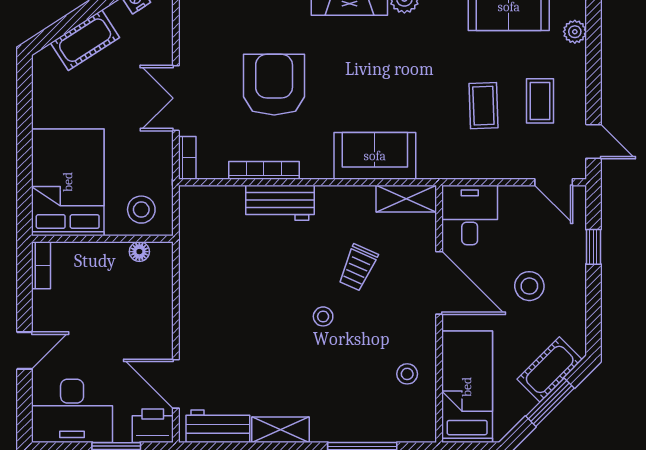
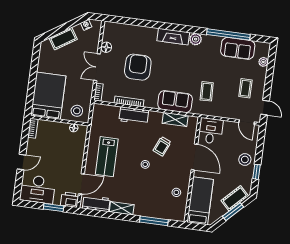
floor lamp: (192, 47) -> (106, 47), added
coffee table: (483, 106) -> (207, 91), moved
shelving: (406, 199) -> (175, 119), moved
window: (593, 247) -> (256, 172), moved
stool: (529, 286) -> (245, 159), moved
lab bench: (228, 310) -> (107, 157), added
door: (176, 384) -> (81, 184), swing flipped

